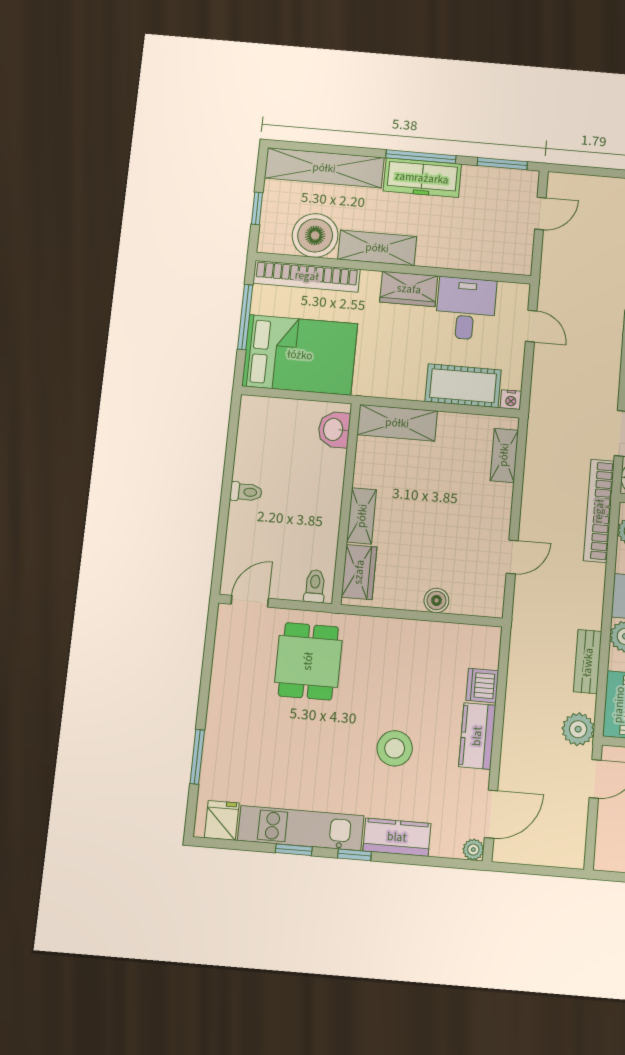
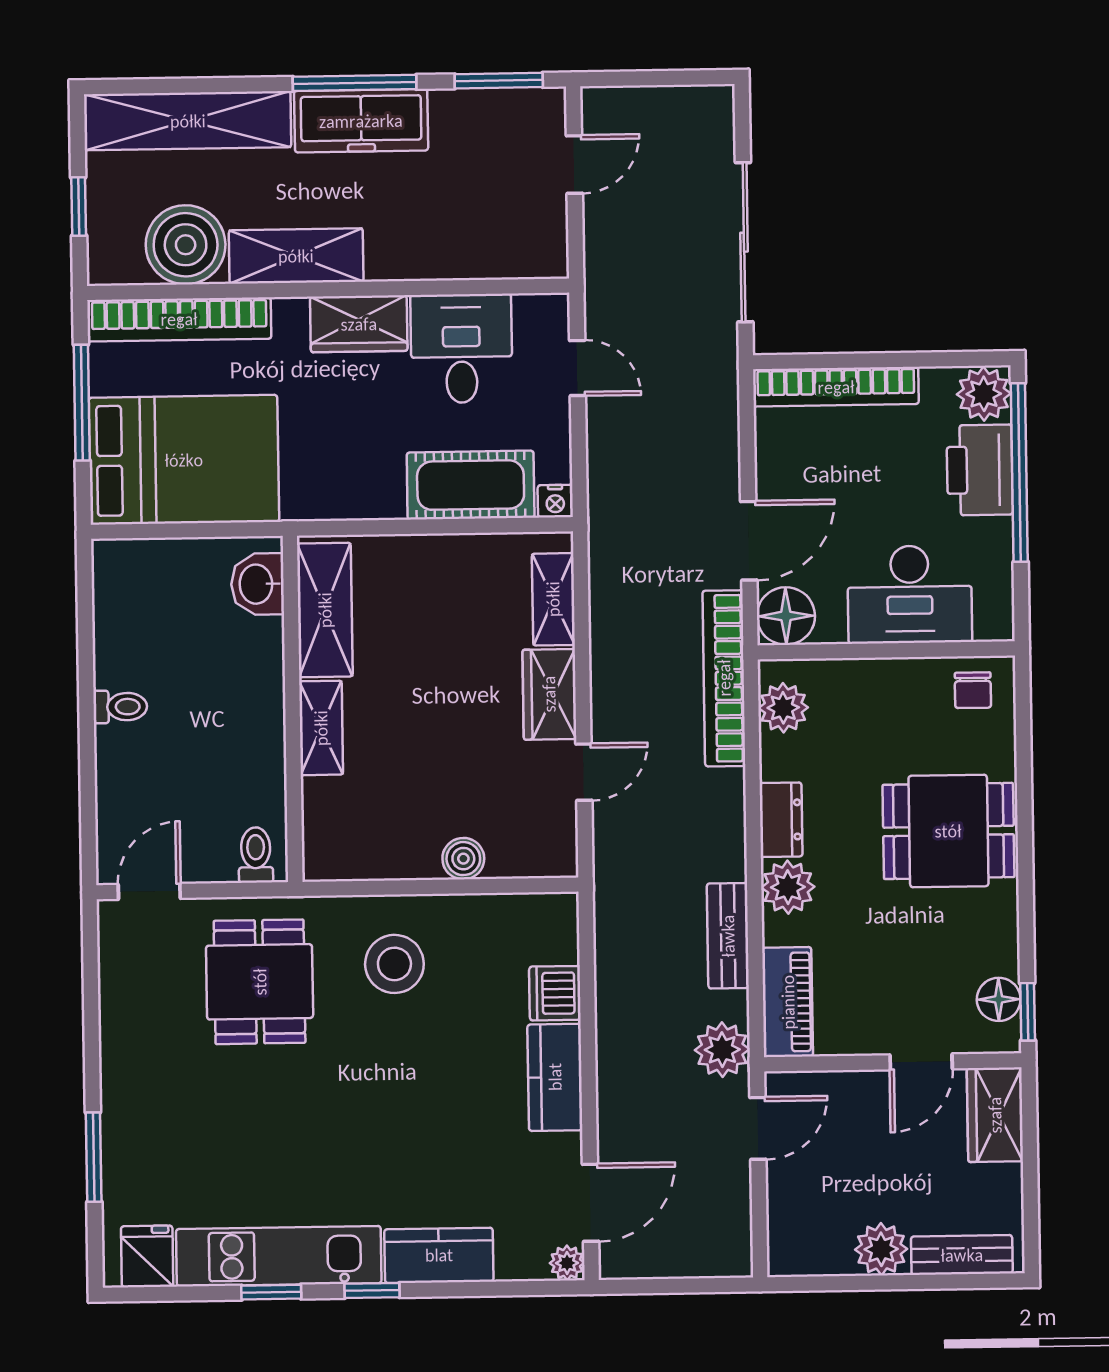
shelving: (397, 423) -> (325, 610), moved, turned 90
wardrobe: (359, 572) -> (549, 694), moved, turned 180
stool: (395, 748) -> (394, 964), moved

